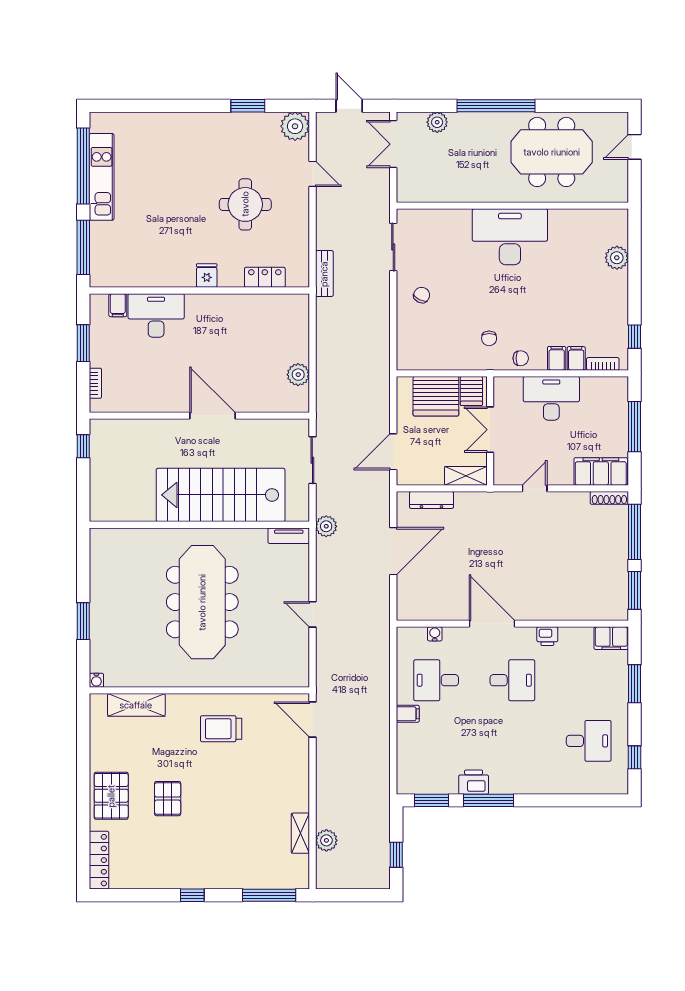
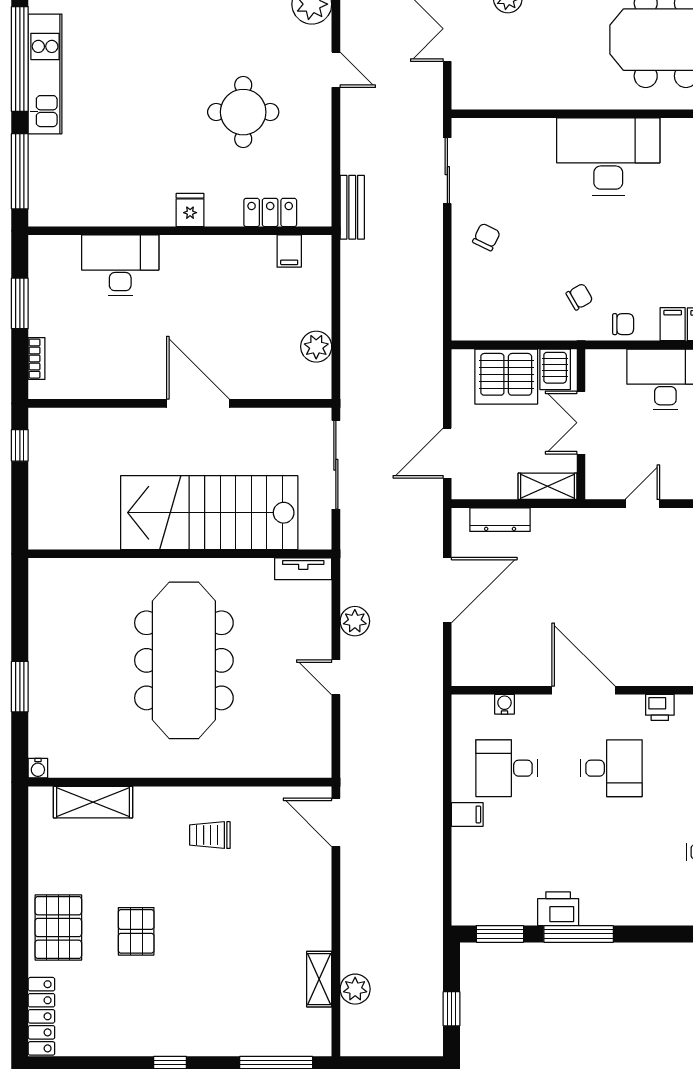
filing cabinet: (118, 305) -> (289, 251), moved
chair: (489, 338) -> (579, 297), turned -120
sliding door: (312, 460) -> (336, 465), width x1.37
plant: (326, 526) -> (355, 621), moved
trolley: (221, 729) -> (210, 835), width x0.73, depth x0.72

